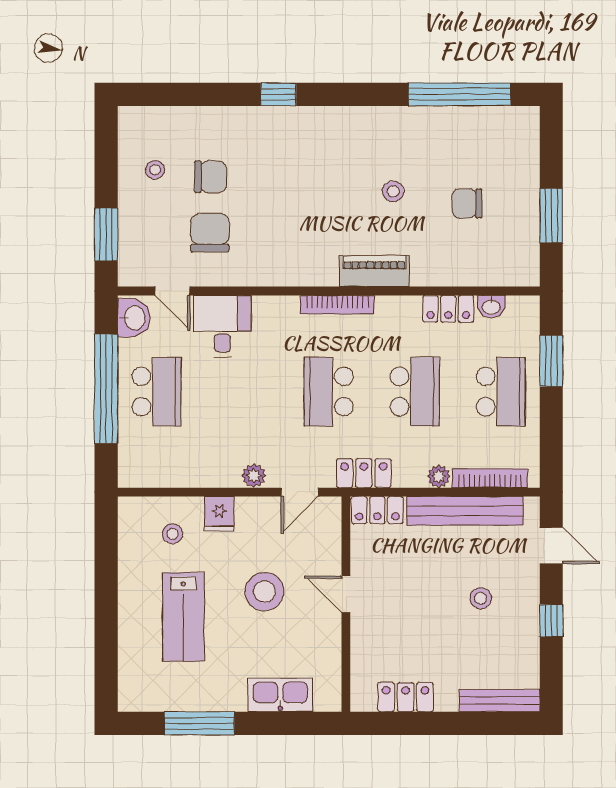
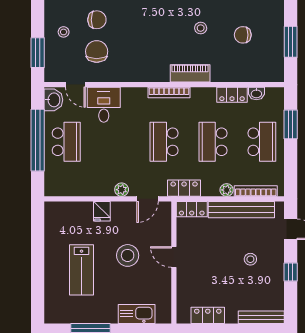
stool: (155, 170) -> (64, 32), moved
school desk: (415, 392) -> (213, 142), turned 180
stool: (172, 534) -> (75, 223), removed

